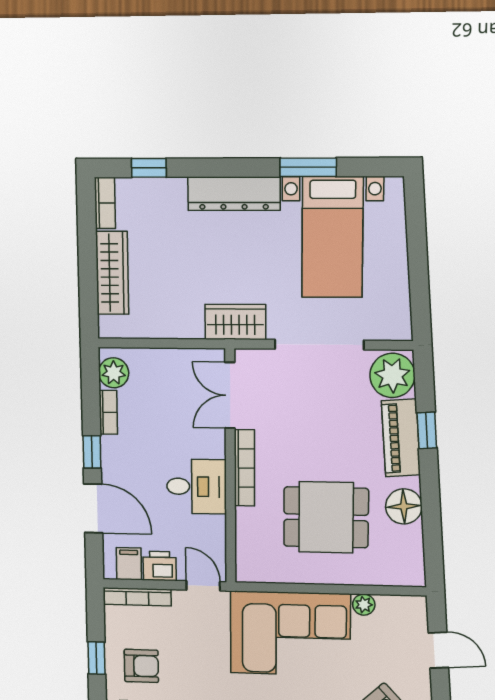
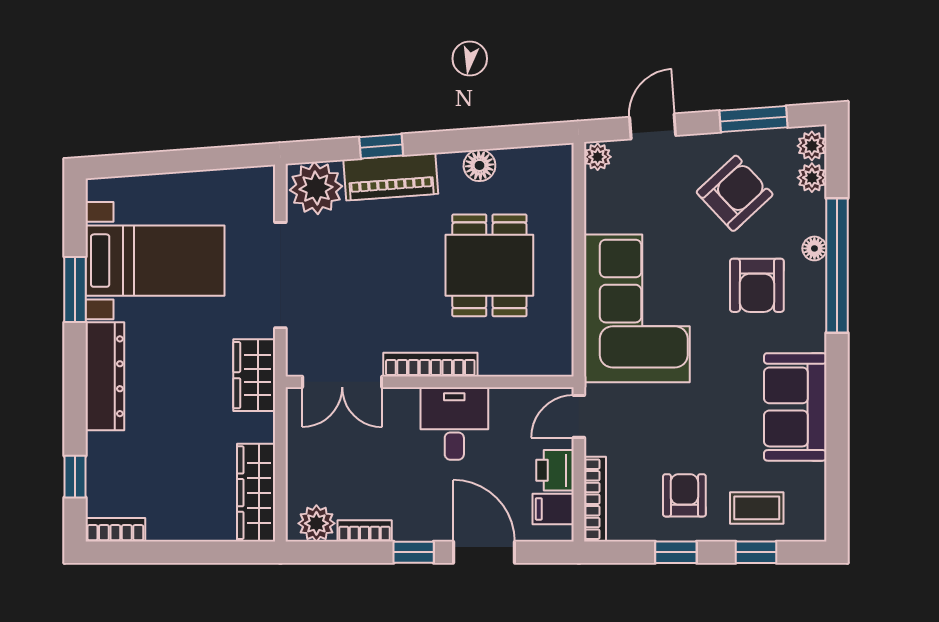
wardrobe: (112, 273) -> (256, 493), moved, turned -90
floor lamp: (404, 506) -> (479, 165), width x0.73, depth x0.73
door: (93, 508) -> (484, 552), hinge flipped
plant: (364, 605) -> (598, 157), moved

